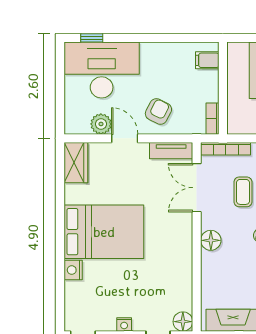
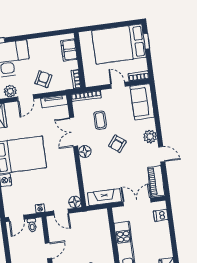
filing cabinet: (207, 60) -> (69, 50), width x2.00
door: (125, 138) -> (25, 98), swing flipped
double door: (197, 188) -> (74, 132), moved

